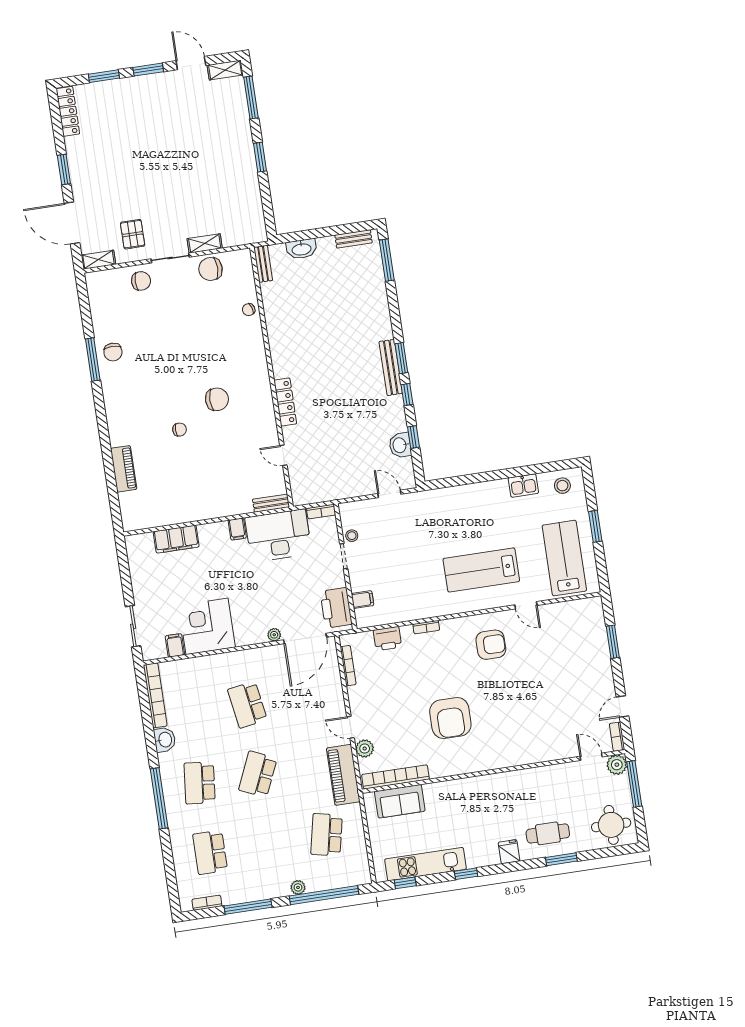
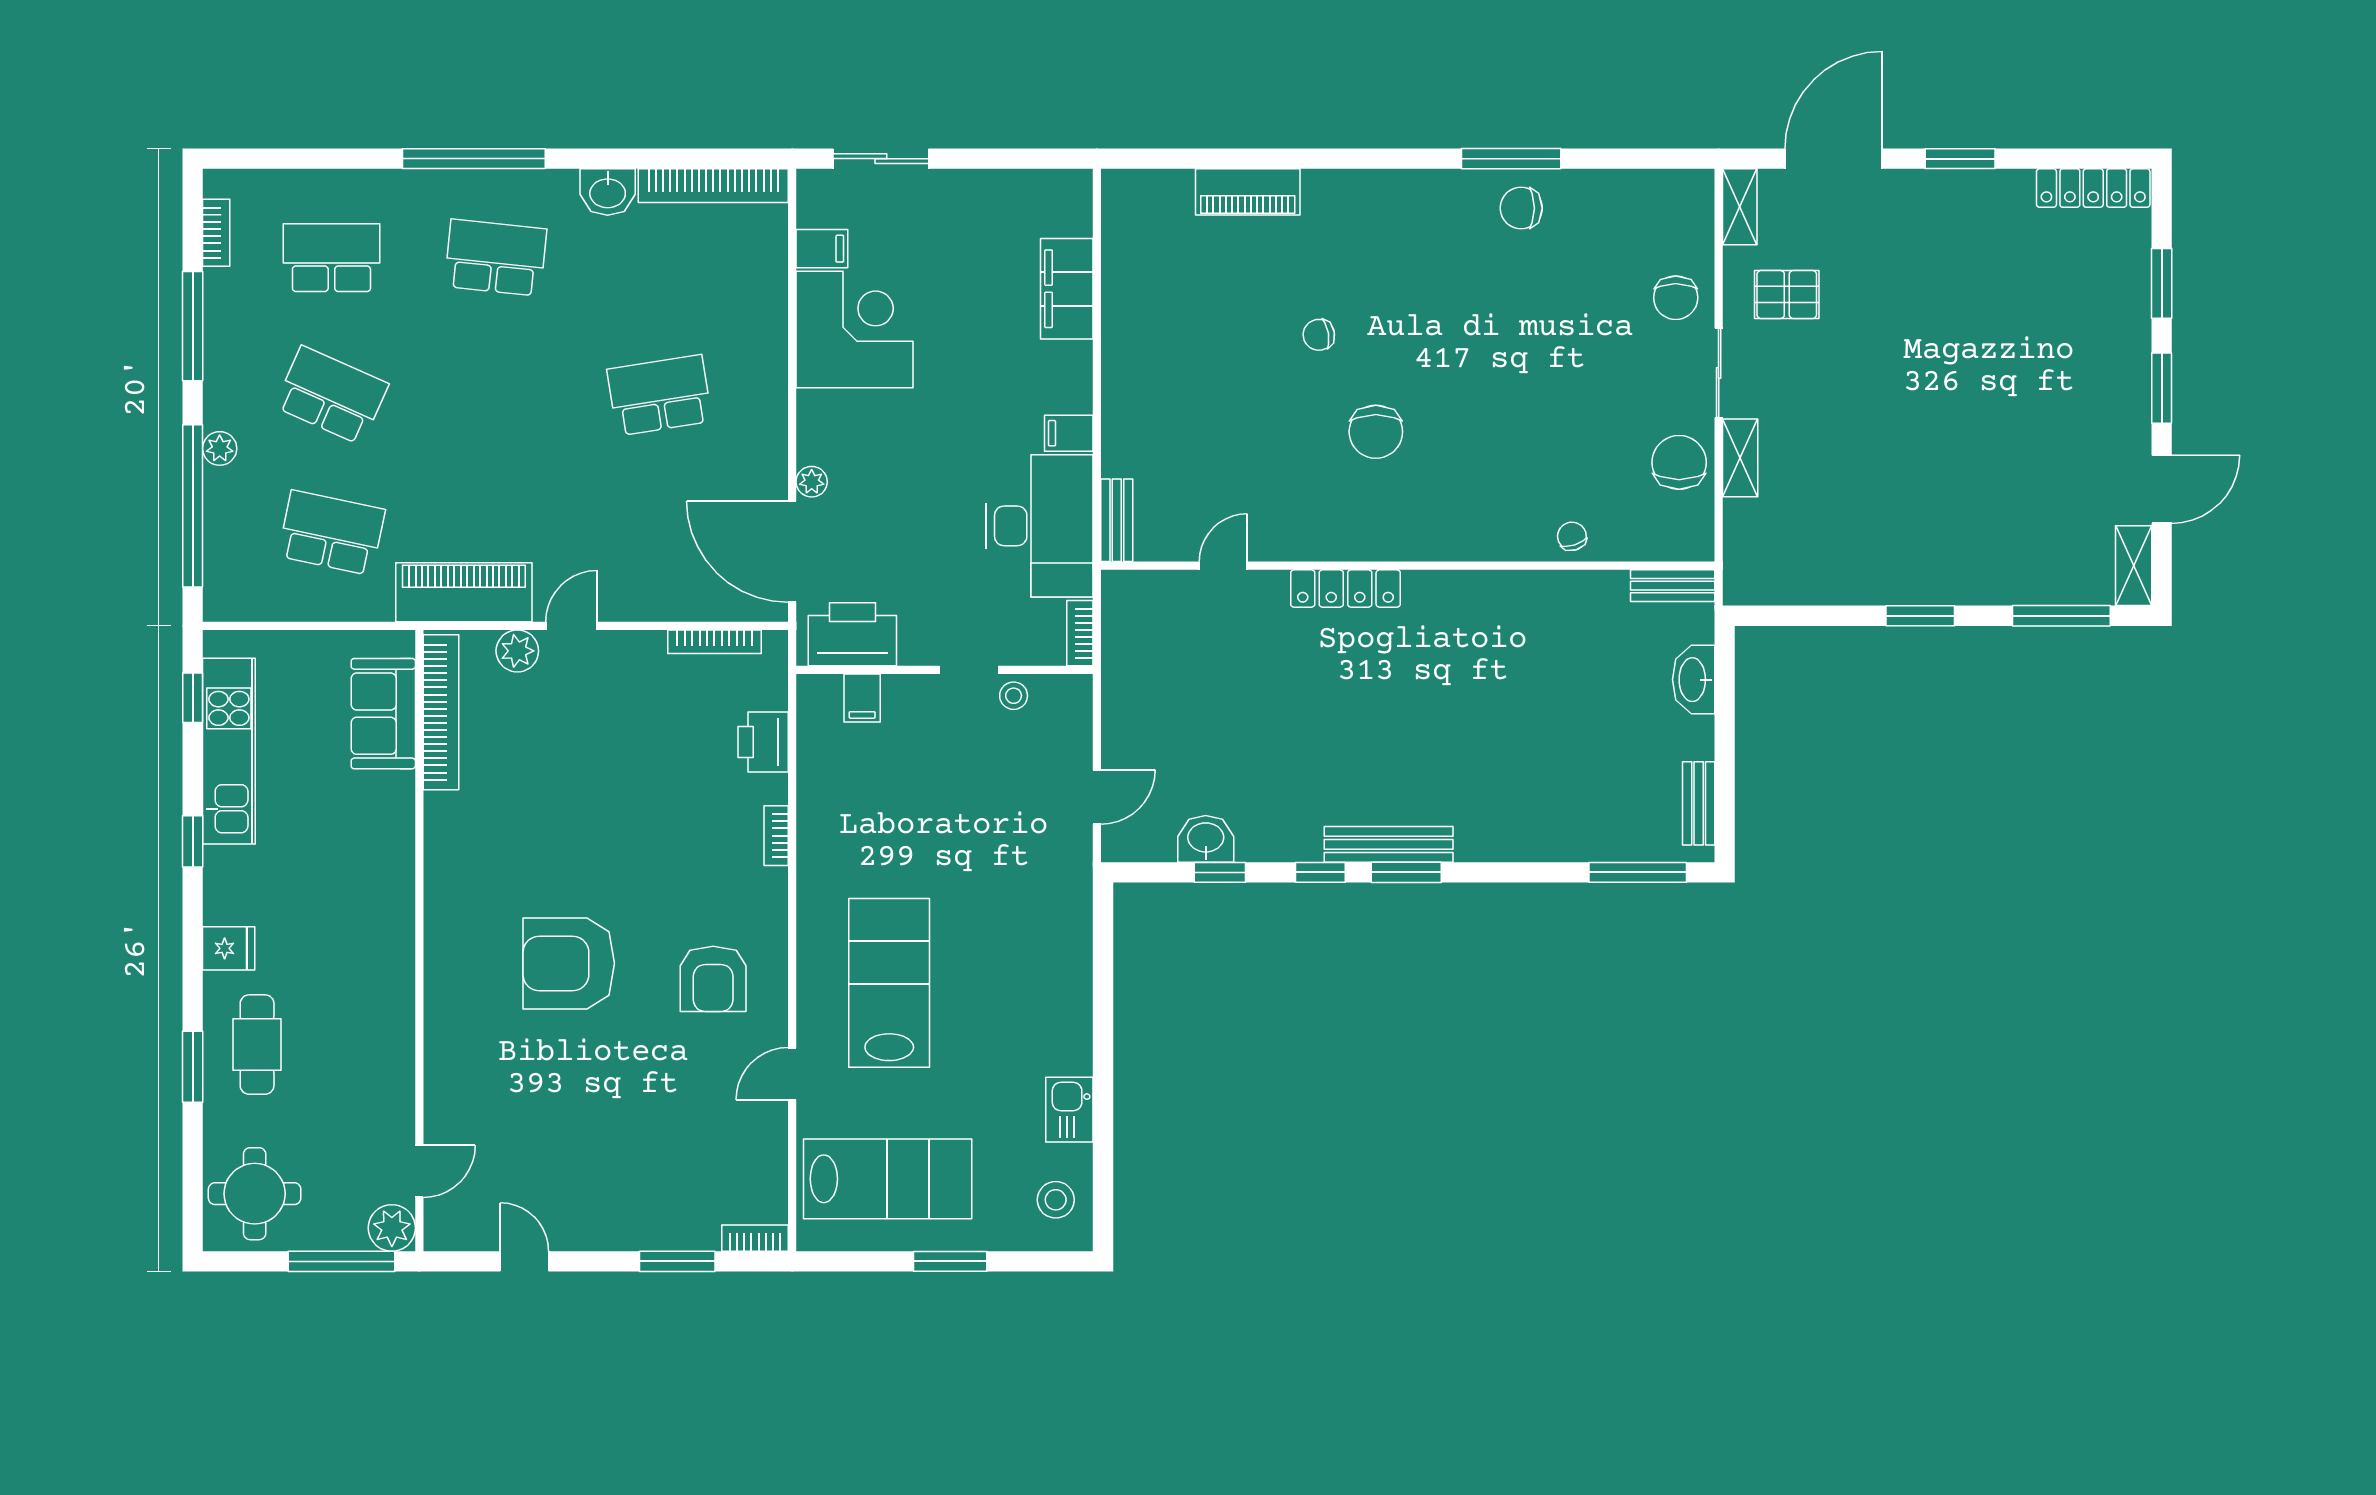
chair: (180, 430) -> (1319, 335), turned 80
armchair: (450, 718) -> (569, 963), moved
bookcase: (617, 737) -> (755, 1238), moved
school desk: (258, 774) -> (331, 395), moved

